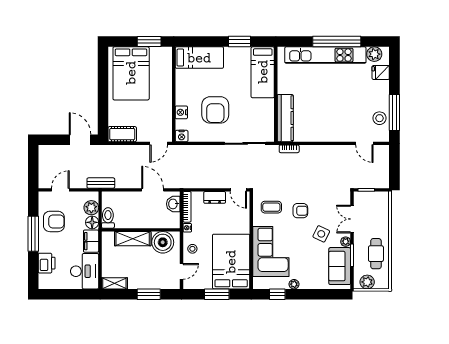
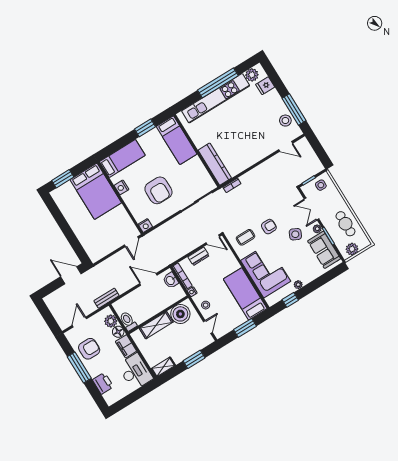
window: (149, 42) -> (63, 179), moved
bed: (131, 73) -> (96, 191), moved
nightstand: (181, 112) -> (121, 187), moved
cot: (122, 134) -> (100, 252), removed
side table: (375, 202) -> (321, 185), added
bed: (231, 262) -> (245, 294), width x0.67

